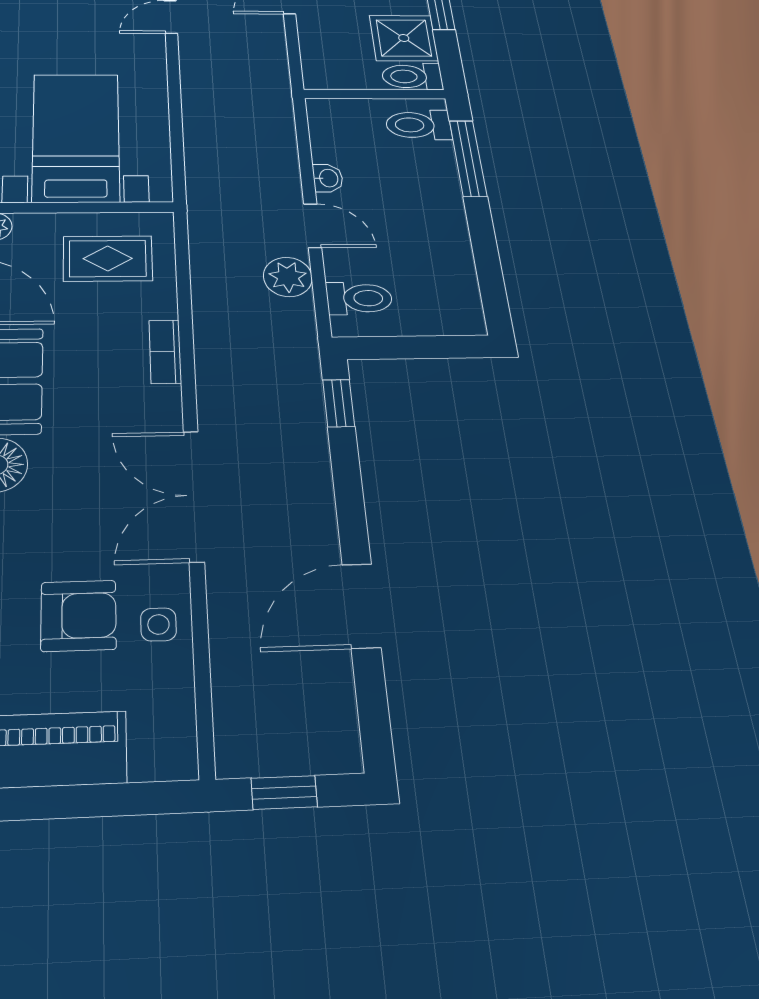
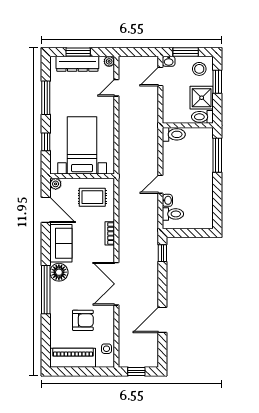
toilet: (419, 125) -> (174, 134), moved, turned 180
washbasin: (328, 178) -> (167, 200), moved
door: (313, 226) -> (160, 184), swing flipped
plant: (288, 277) -> (150, 205), removed
side table: (158, 624) -> (106, 349), moved

